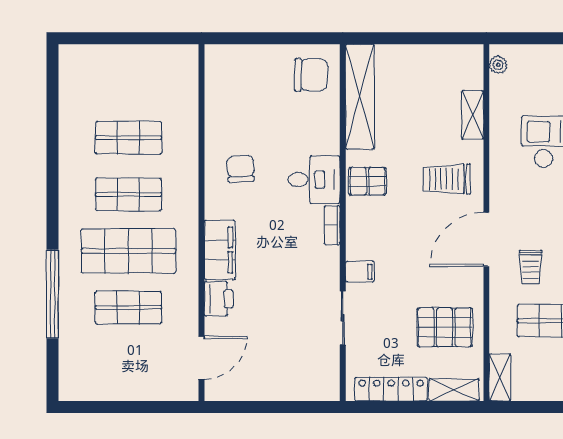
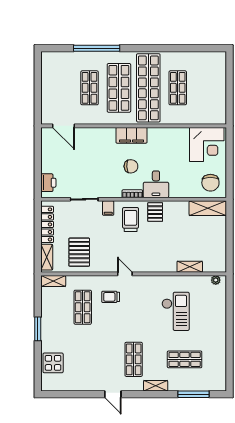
corner desk: (237, 82) -> (207, 144), added
shelving: (360, 97) -> (208, 208), width x0.68
chair: (240, 169) -> (131, 166), moved
trolley: (447, 179) -> (131, 220), moved
shop shelf: (128, 194) -> (148, 88), width x2.00, depth x1.36
door: (486, 239) -> (125, 274), width x0.53
filing cabinet: (220, 250) -> (131, 135), moved
printer: (219, 299) -> (48, 183), moved, turned -90

